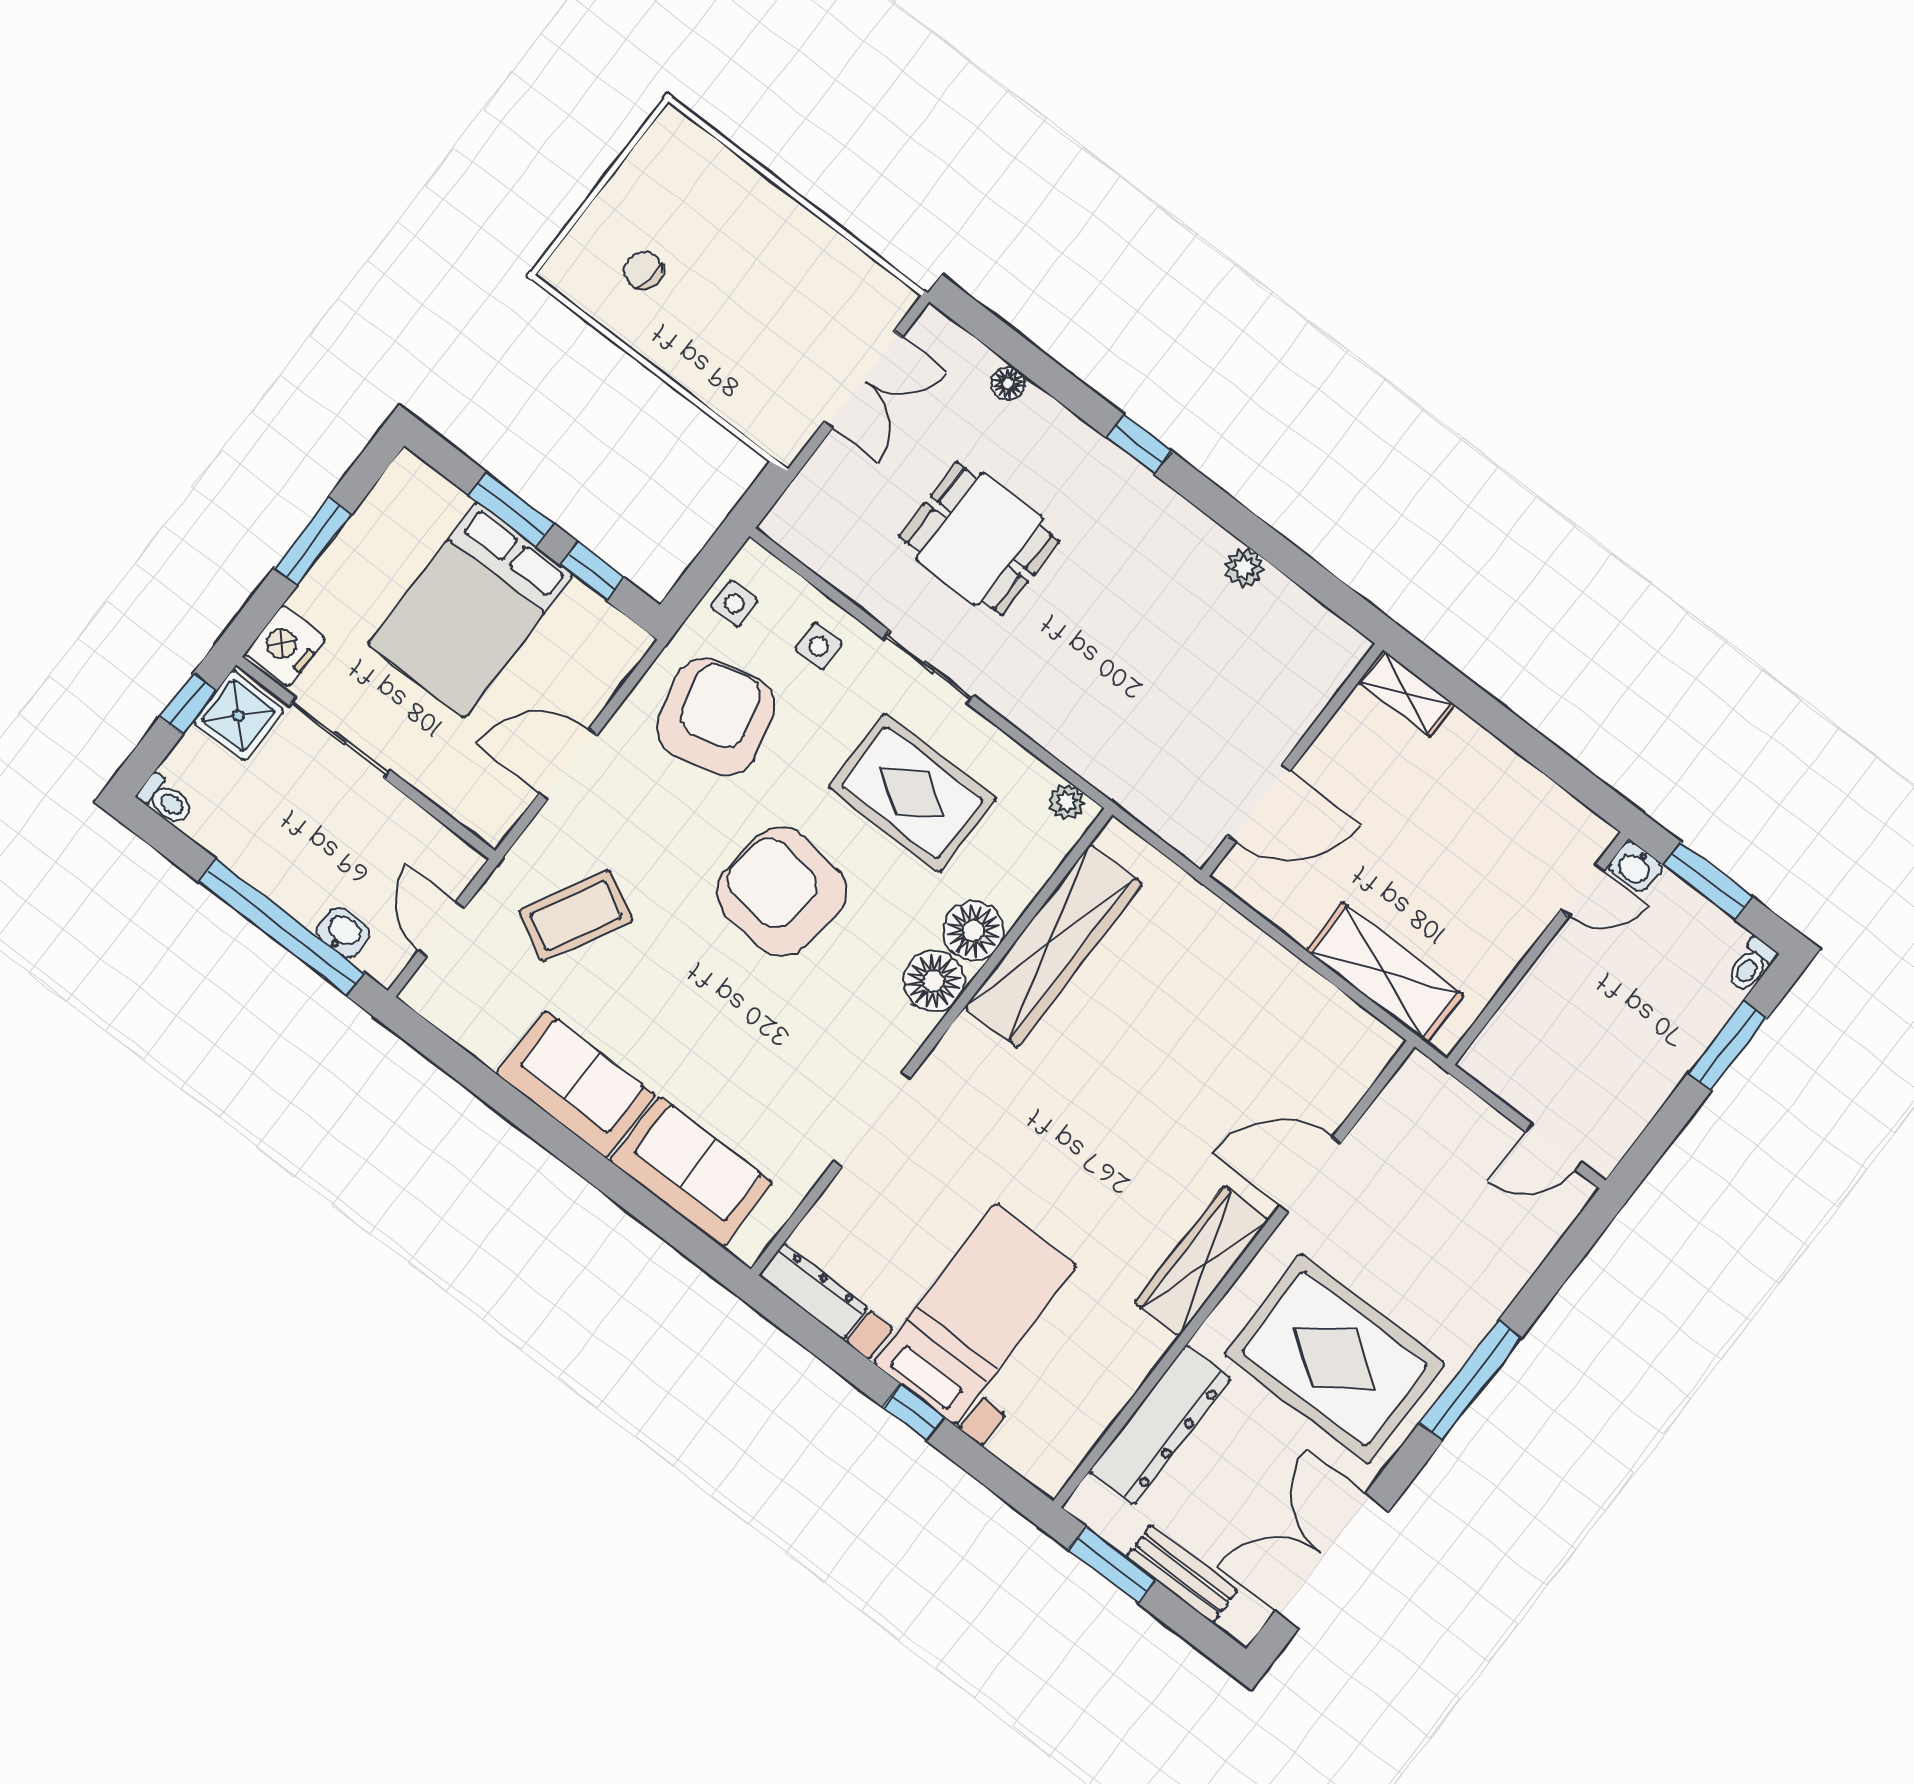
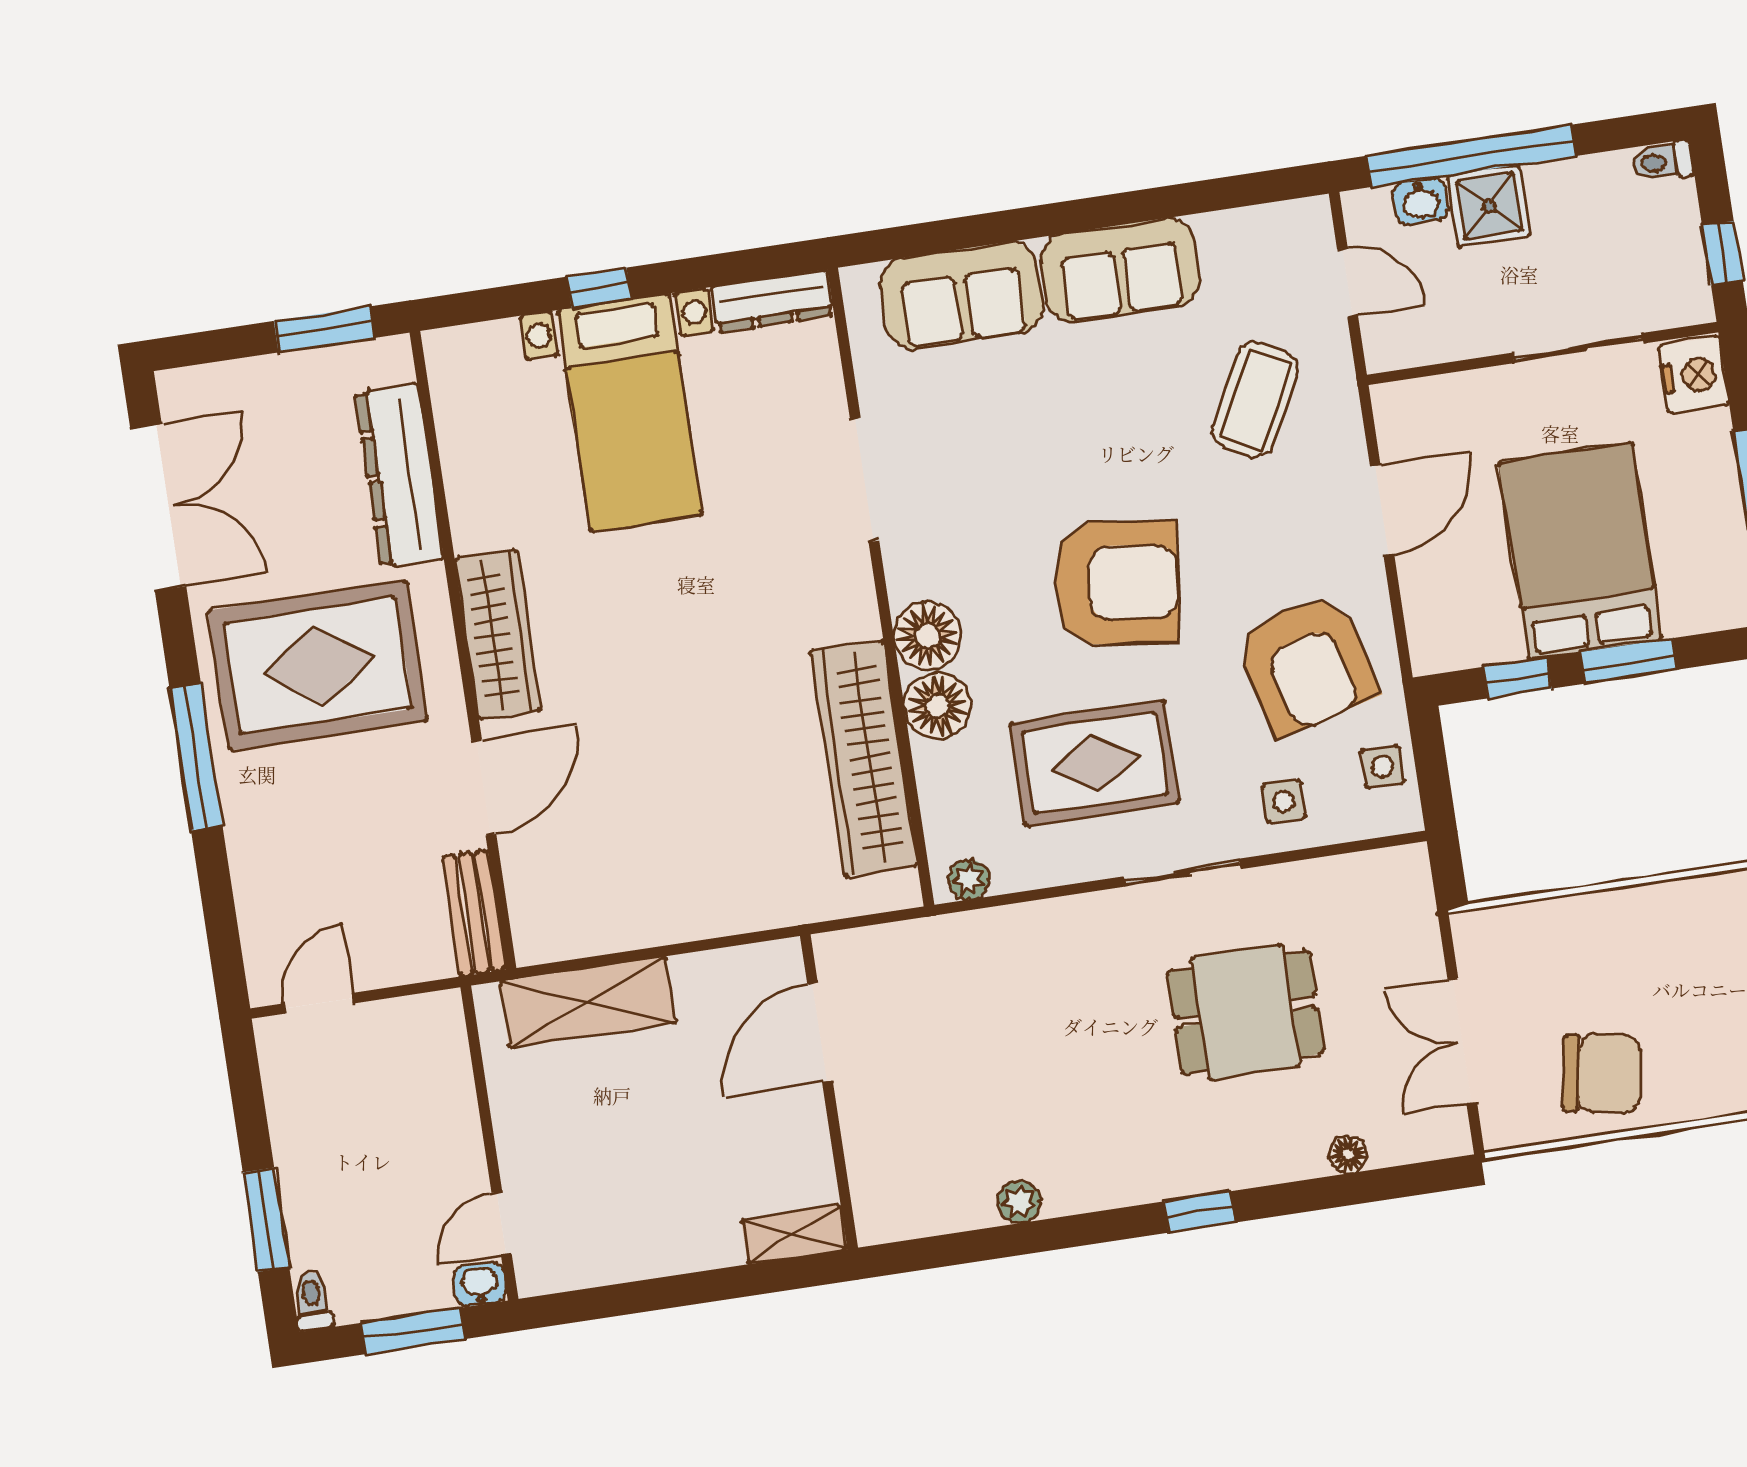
chair: (643, 270) -> (1602, 1074), moved, width x1.87, depth x1.87
shower: (238, 716) -> (1489, 206), moved
bench: (1182, 1574) -> (474, 913), moved, turned 90

